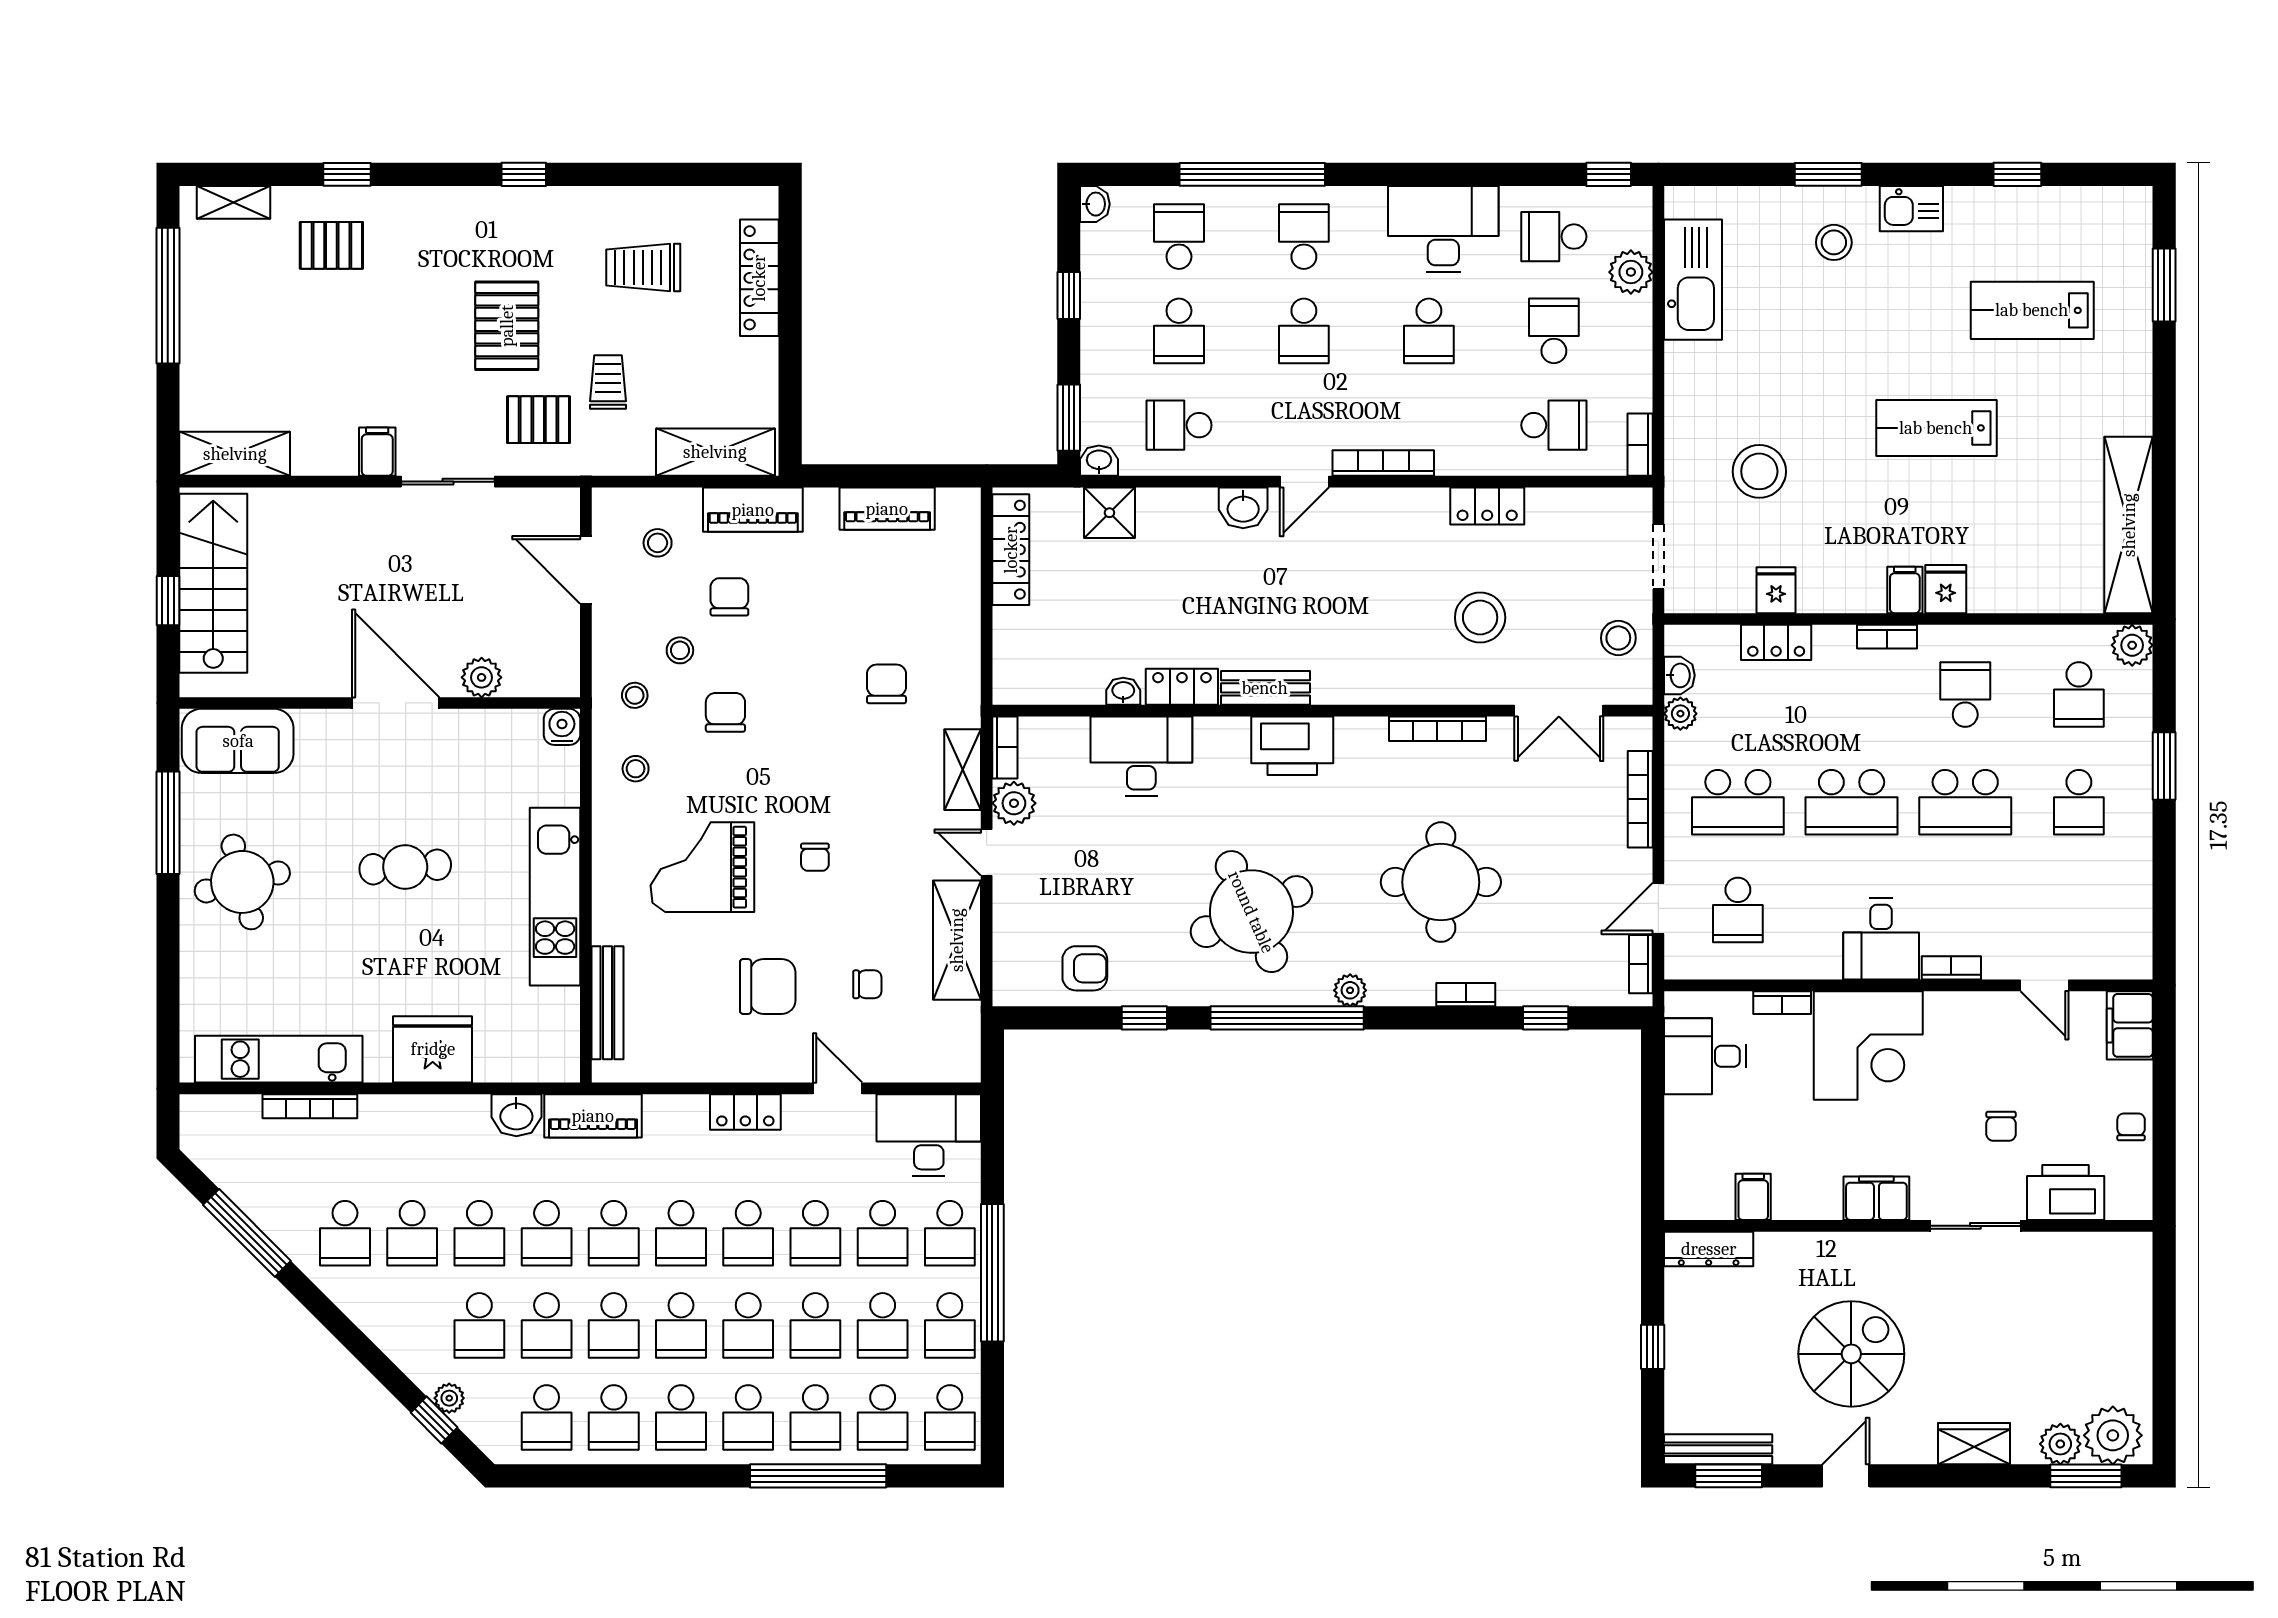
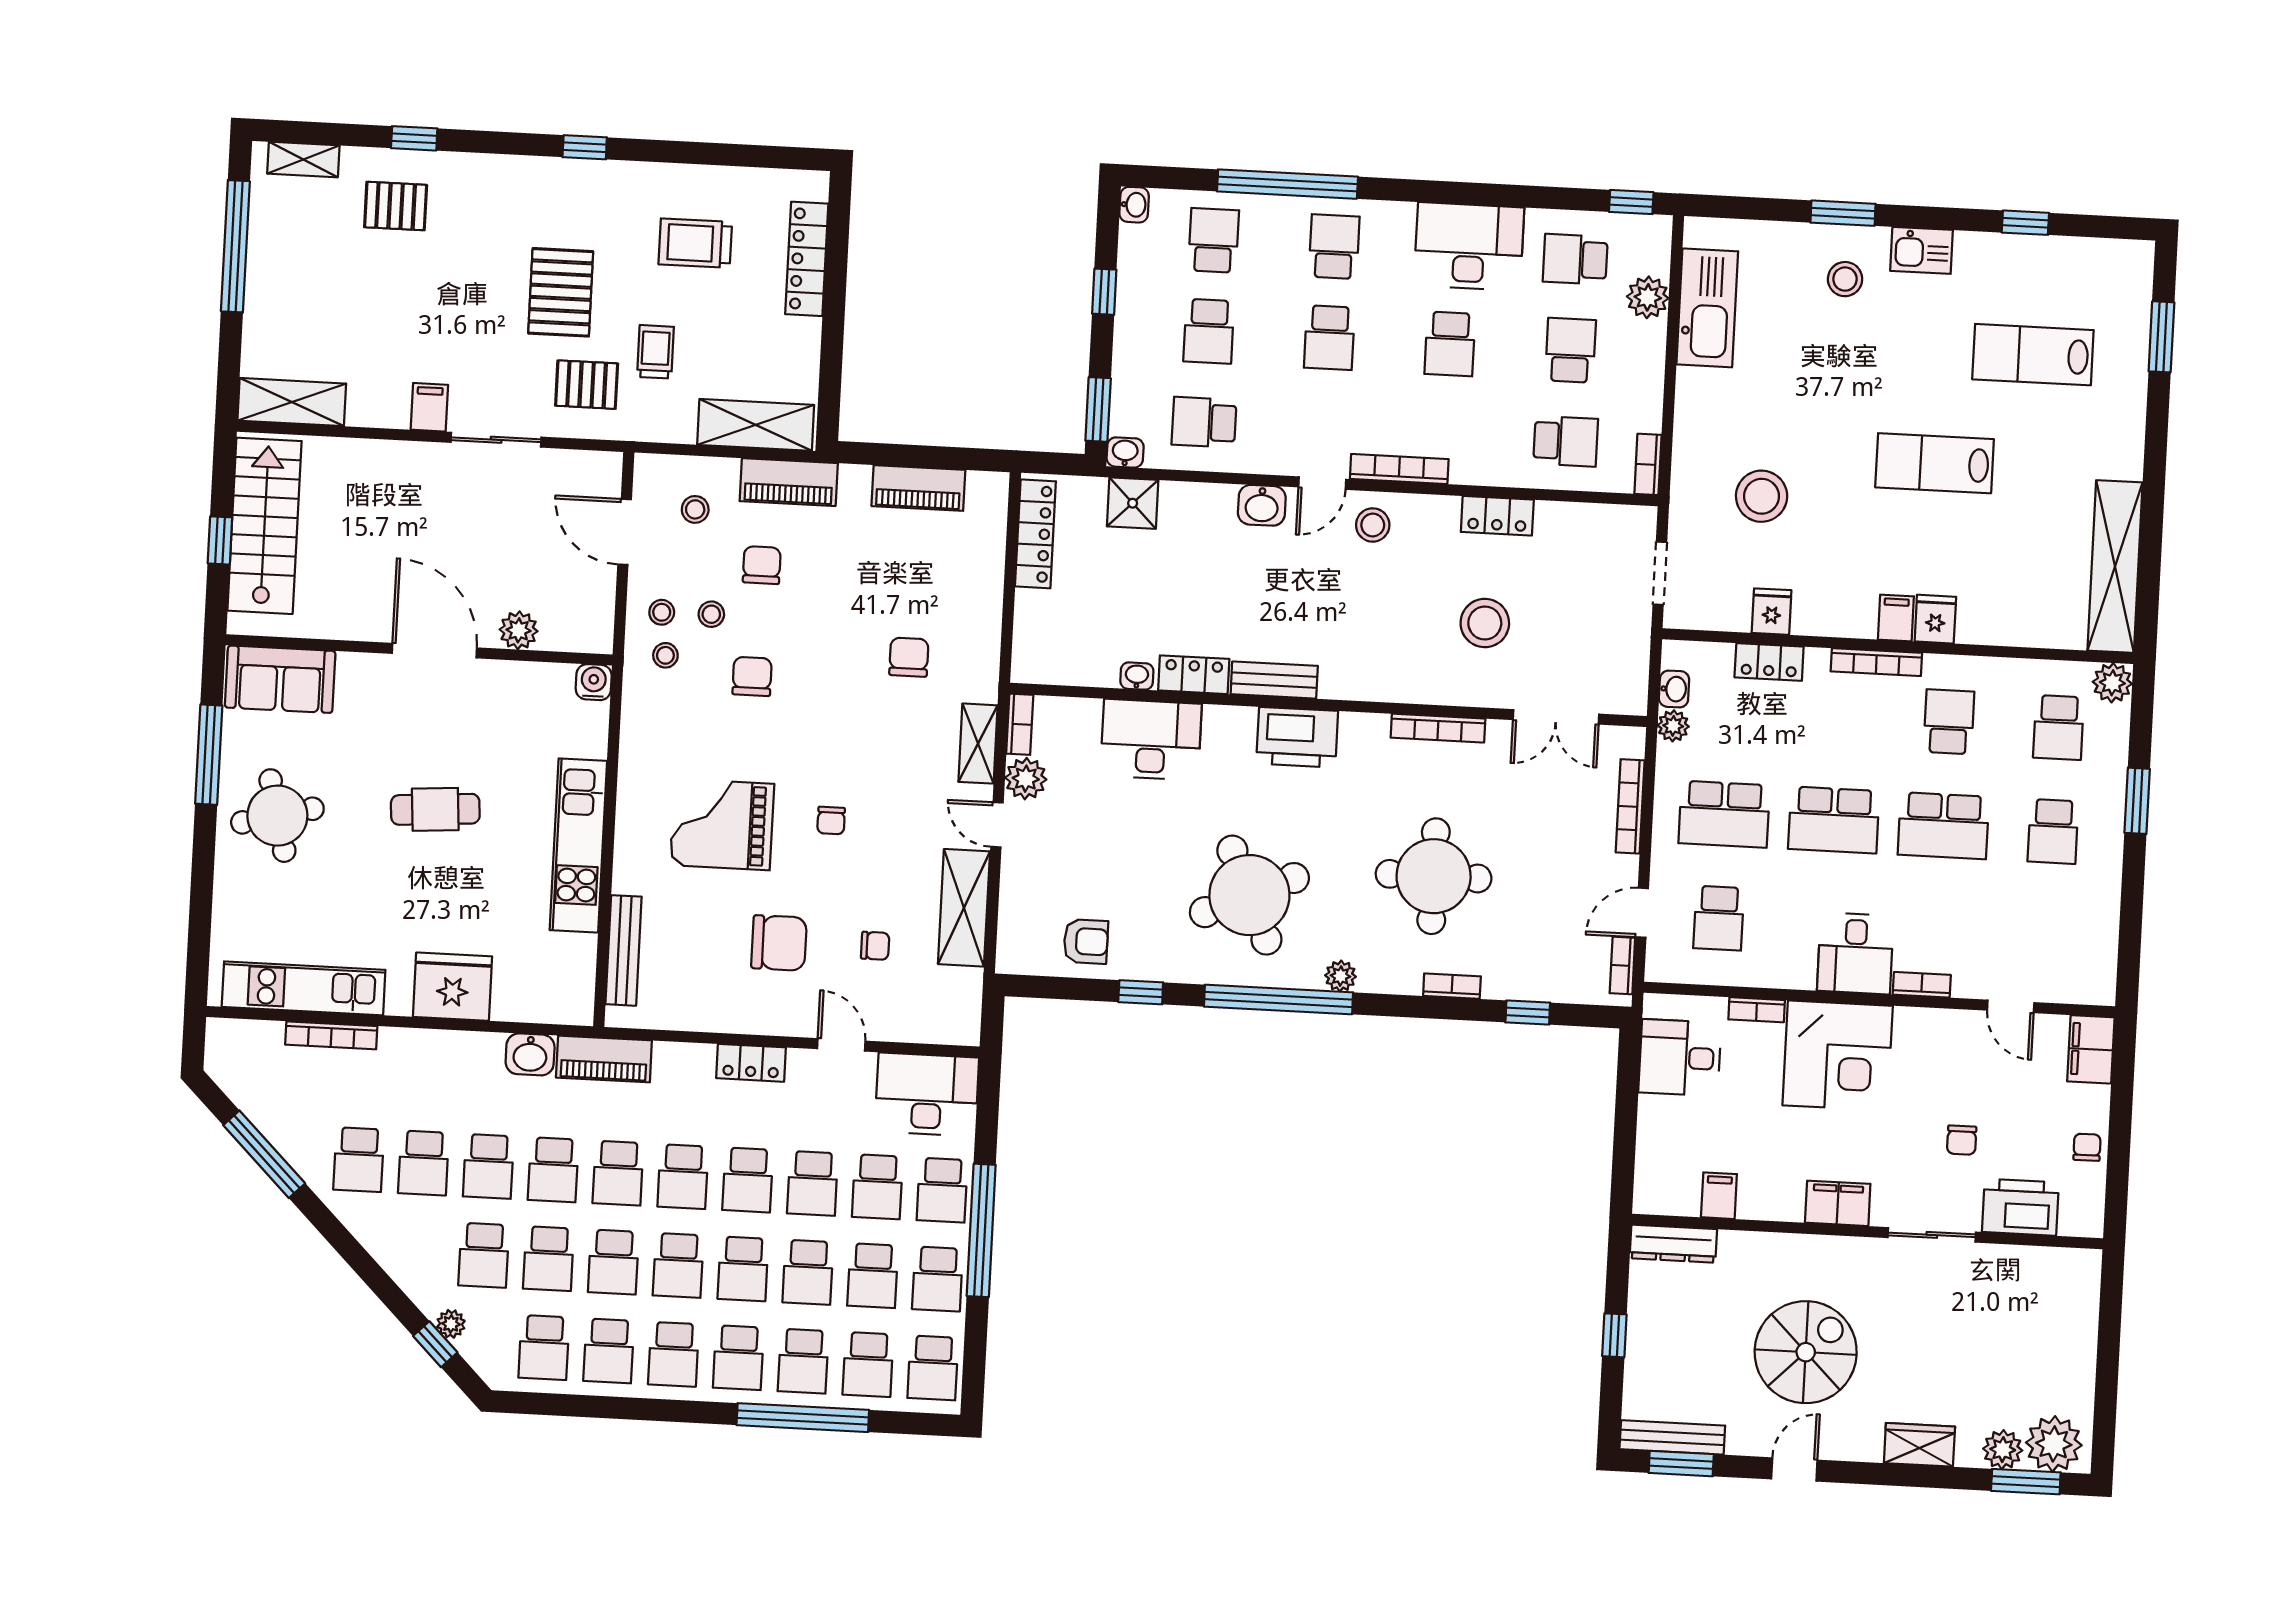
bookcase: (1887, 637) -> (1876, 662), width x1.56
stool: (1618, 638) -> (1373, 525), moved
stool: (636, 769) -> (662, 612), moved

